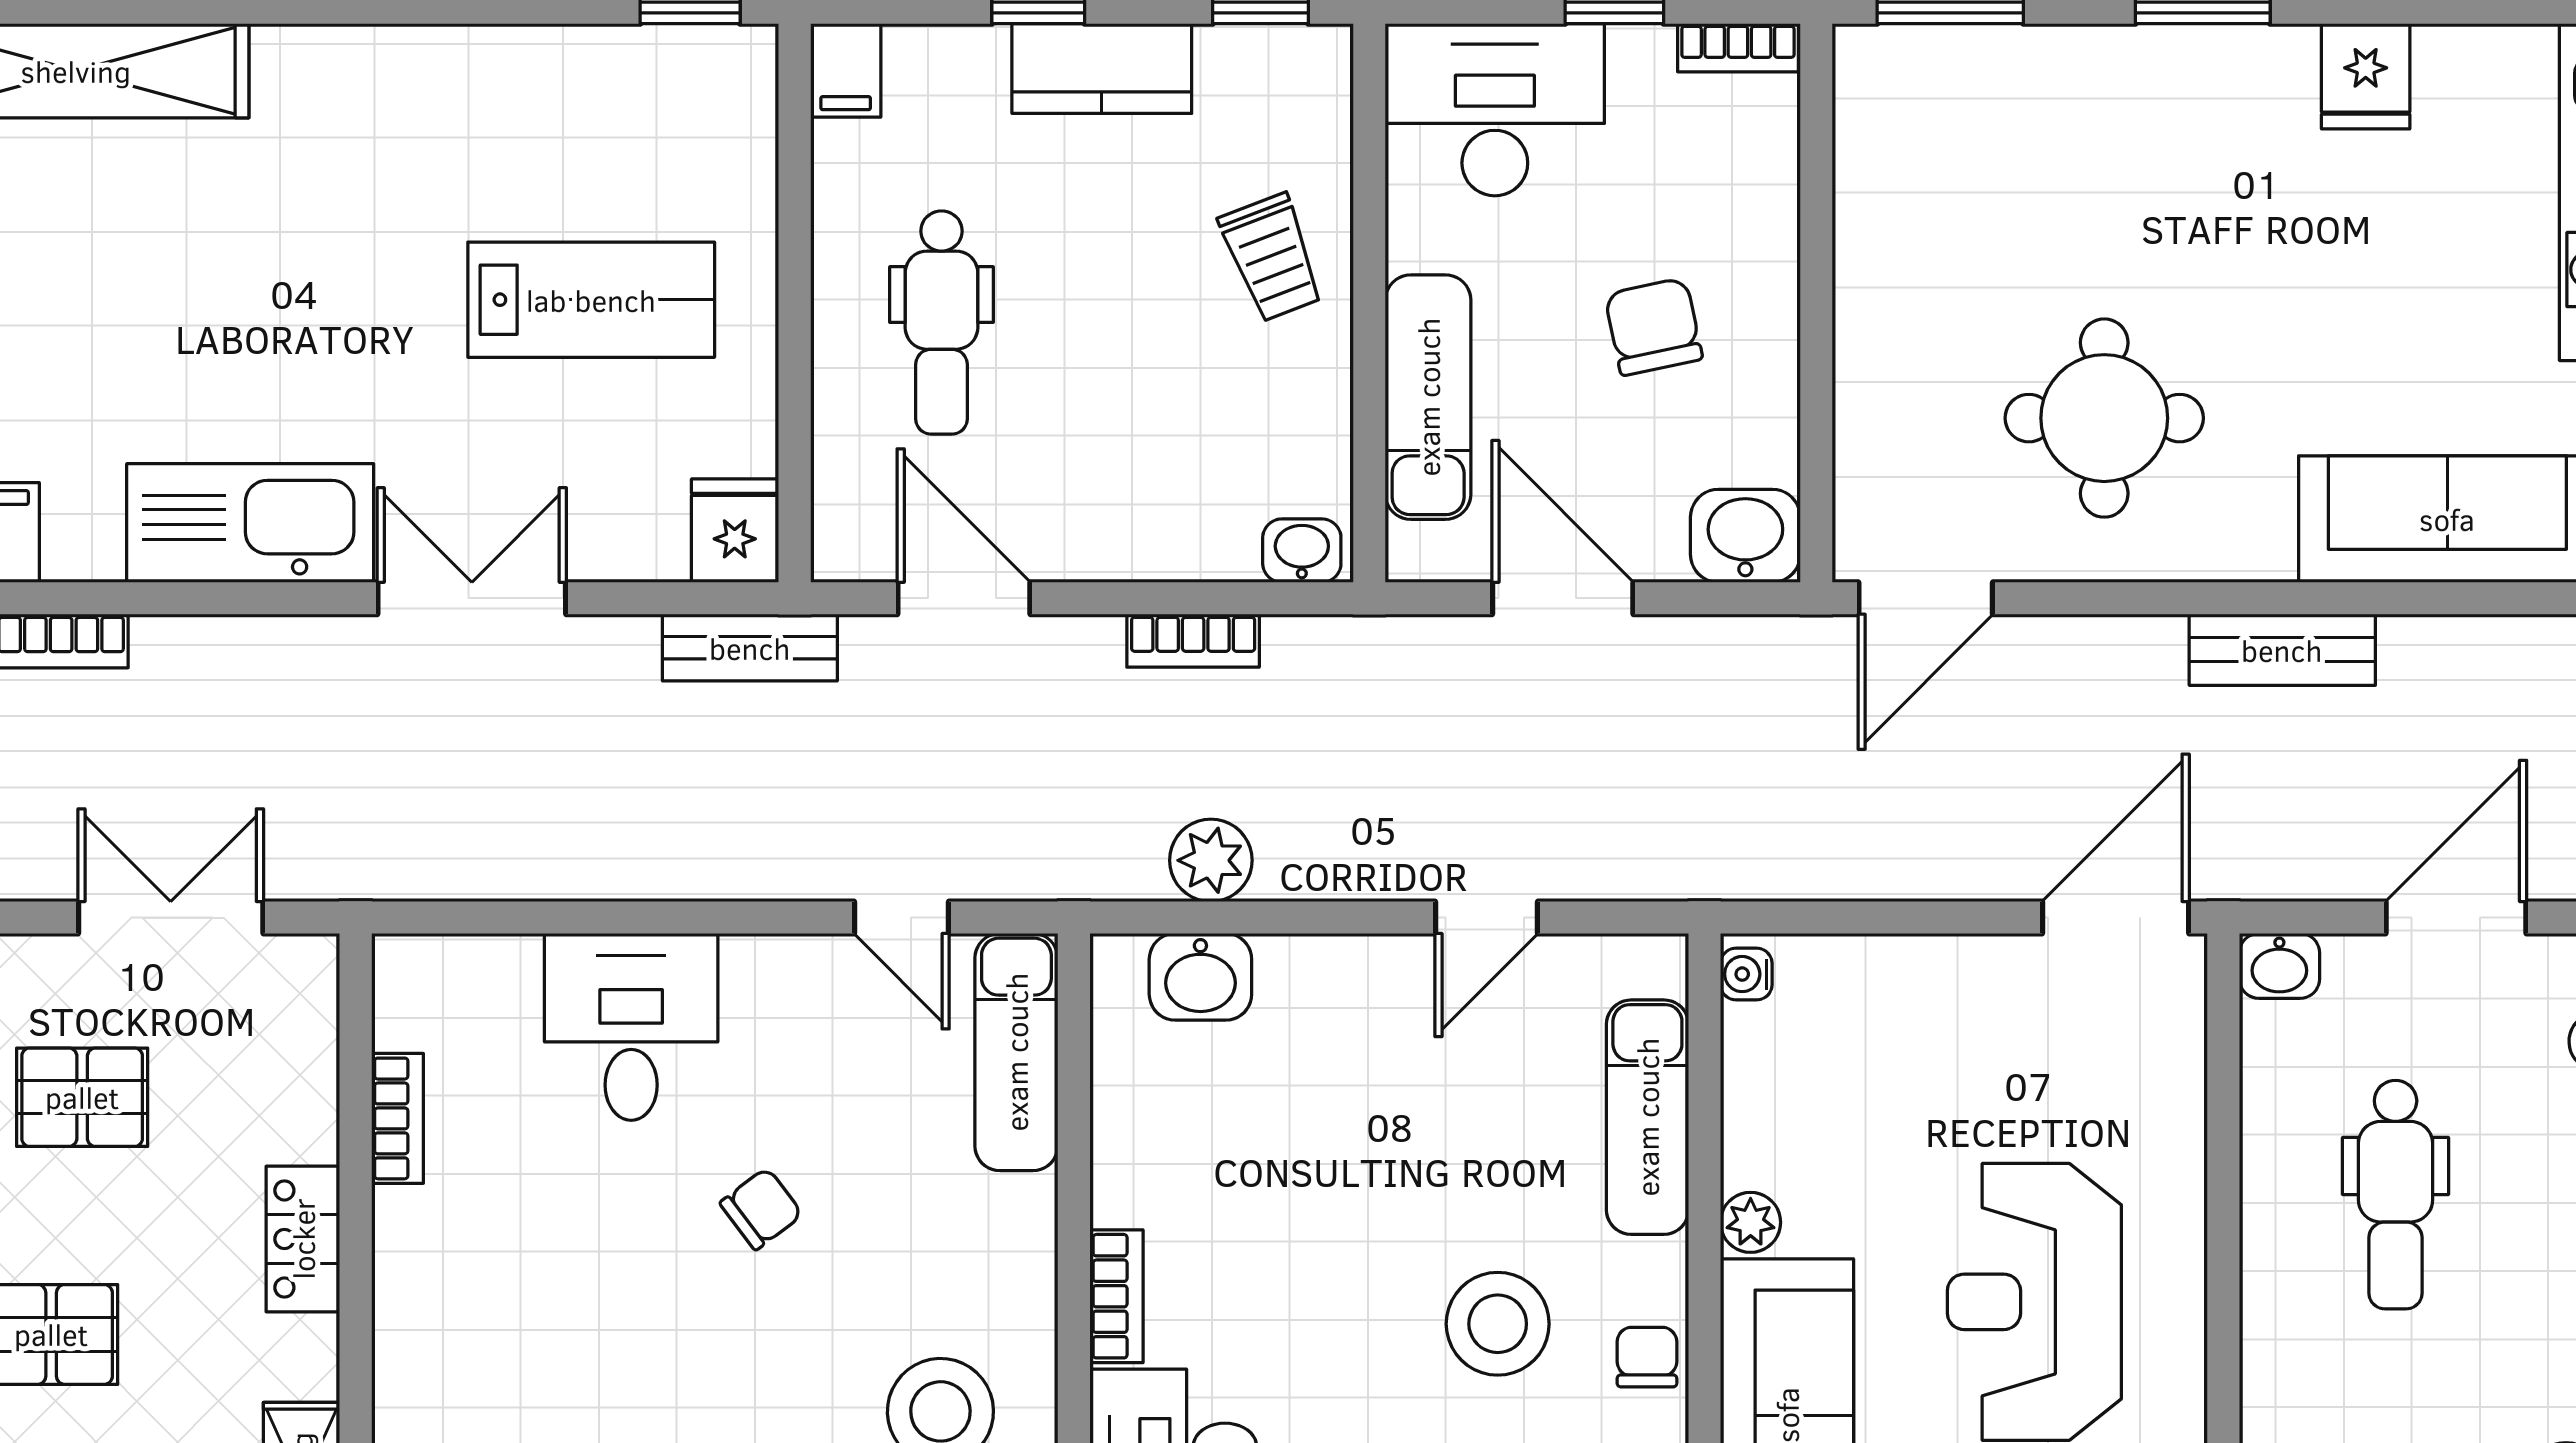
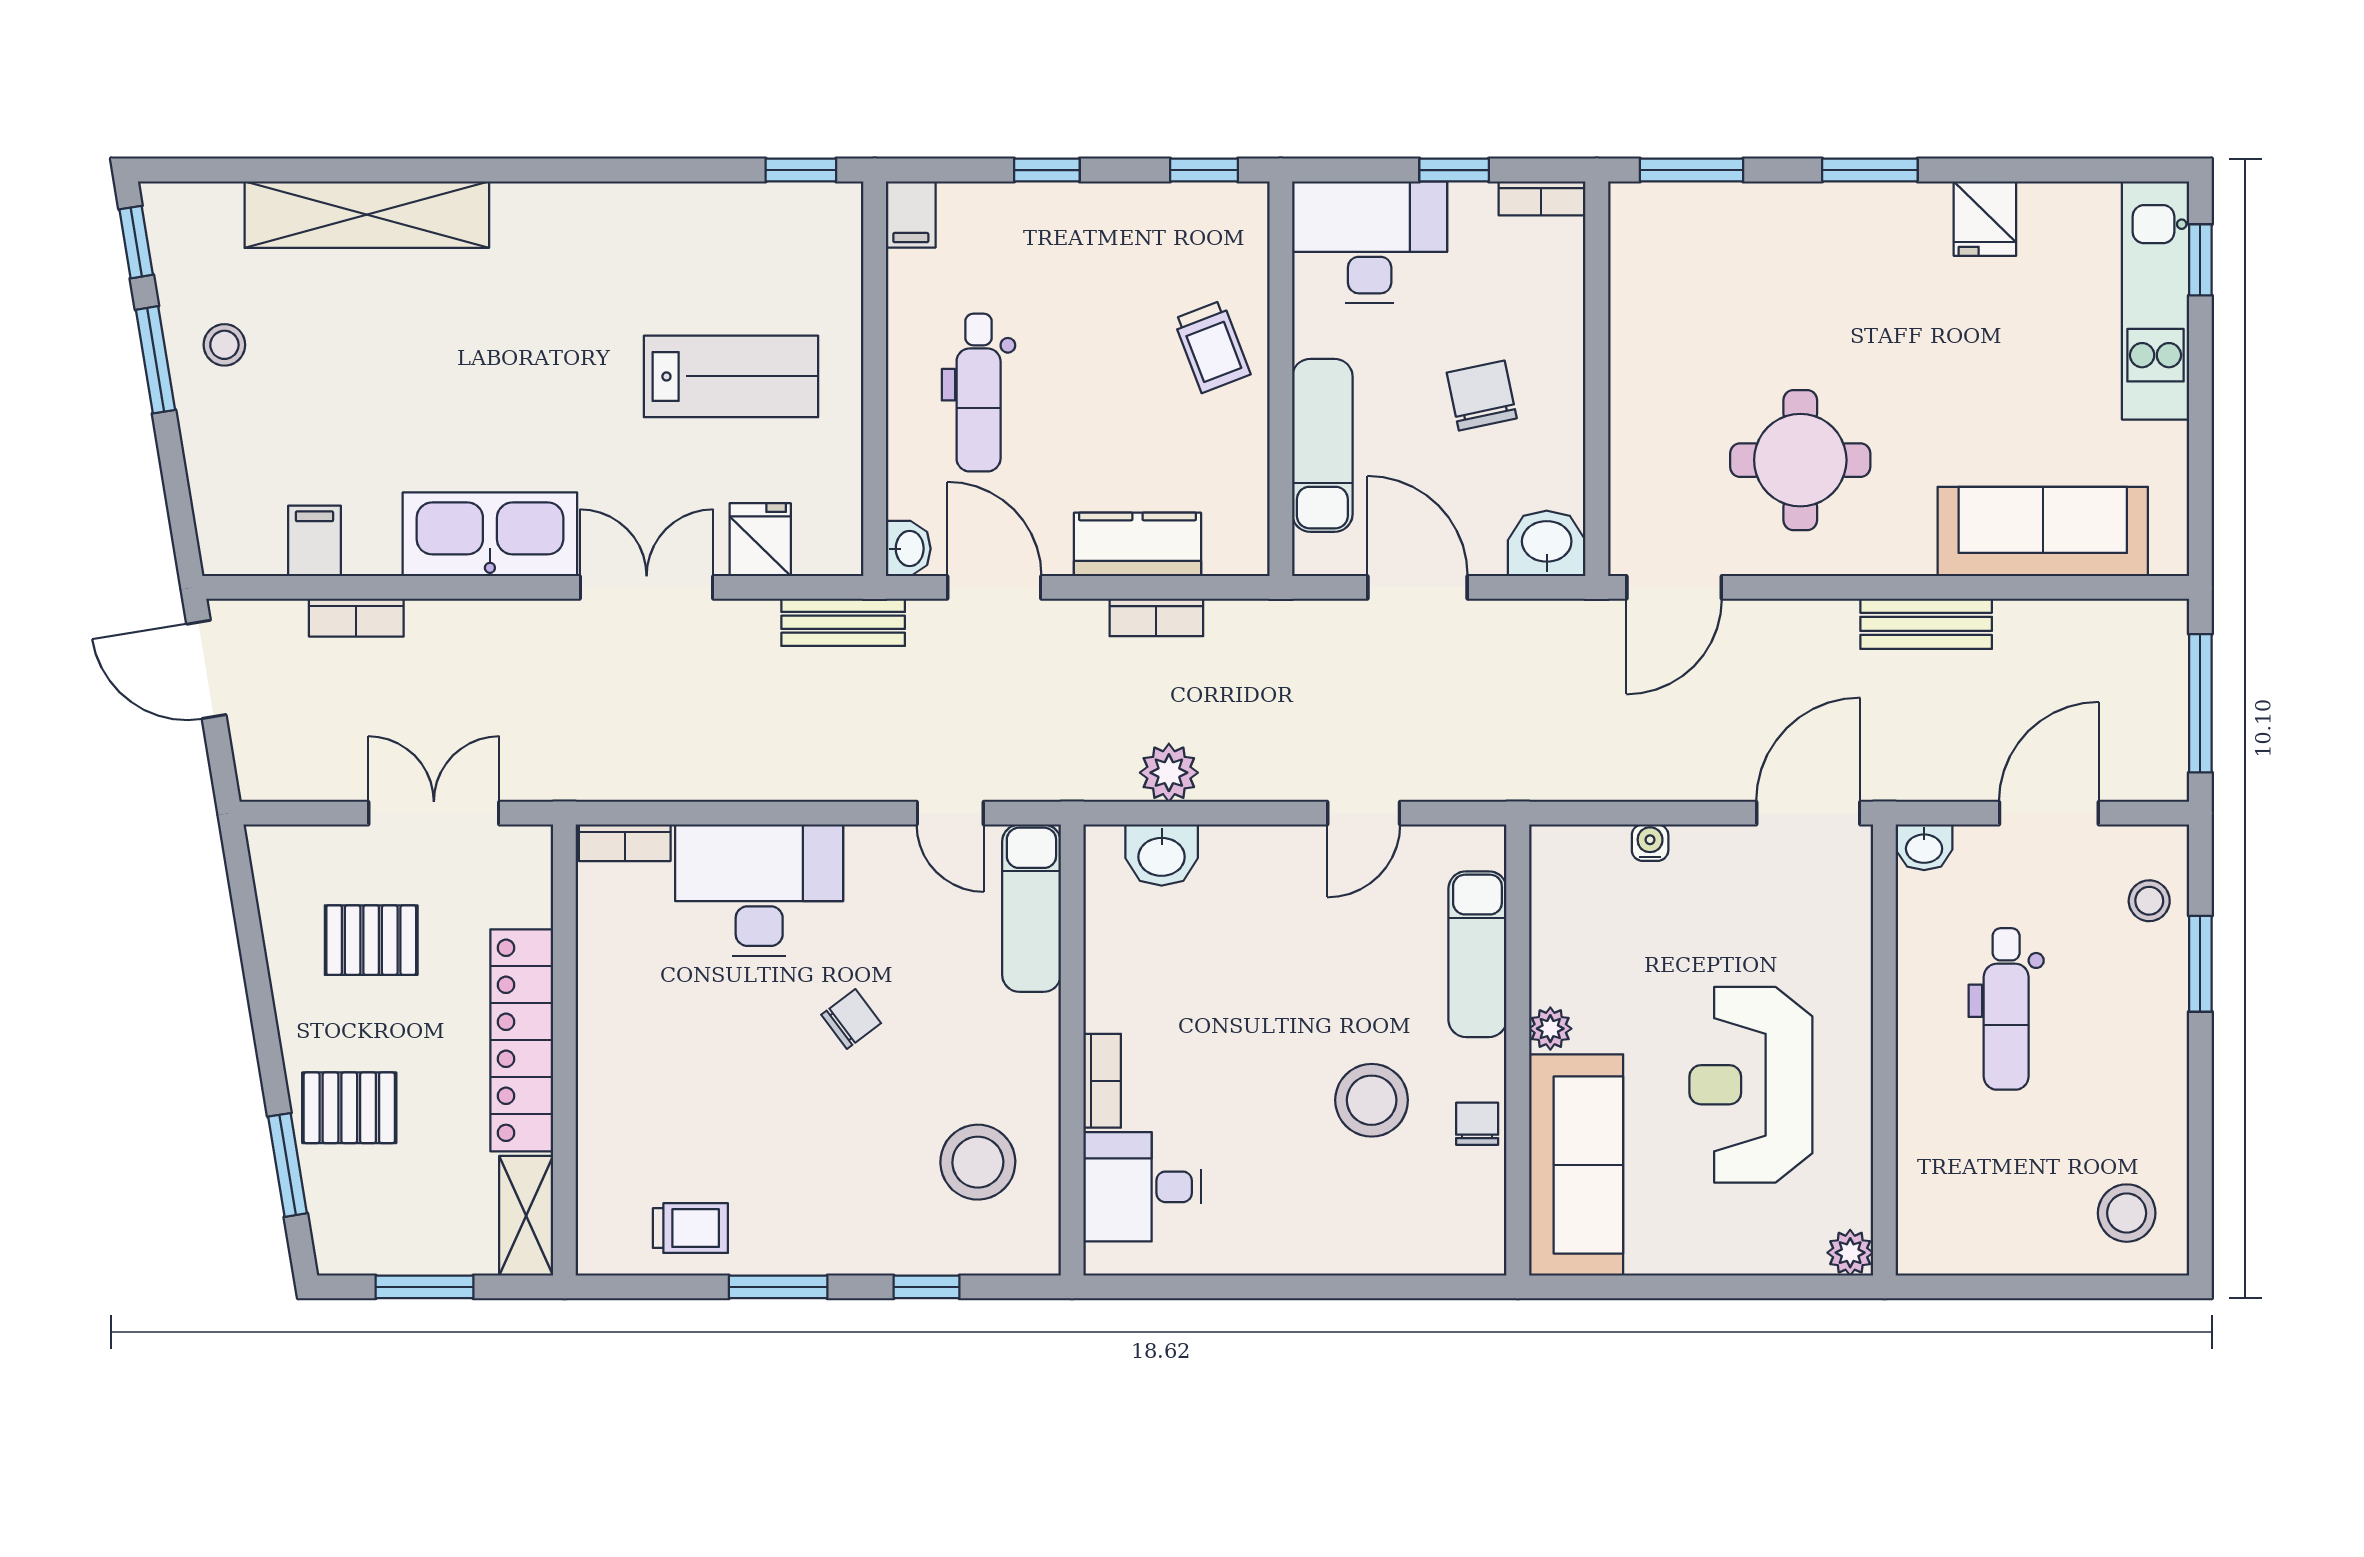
kitchen counter: (1102, 68) -> (1137, 544), moved, turned 180
fridge: (735, 531) -> (760, 540), moved
washbasin: (1302, 551) -> (908, 549), moved, turned 90
water cooler: (1746, 974) -> (1650, 843), moved, turned 90
desk: (631, 1027) -> (759, 890), width x1.37
bookcase: (397, 1118) -> (625, 843), moved, turned 90
locker: (303, 1239) -> (522, 1040), width x2.16, depth x1.21

